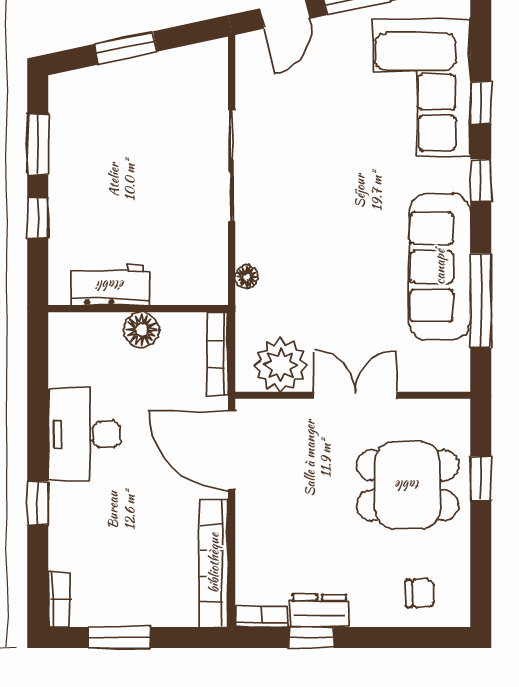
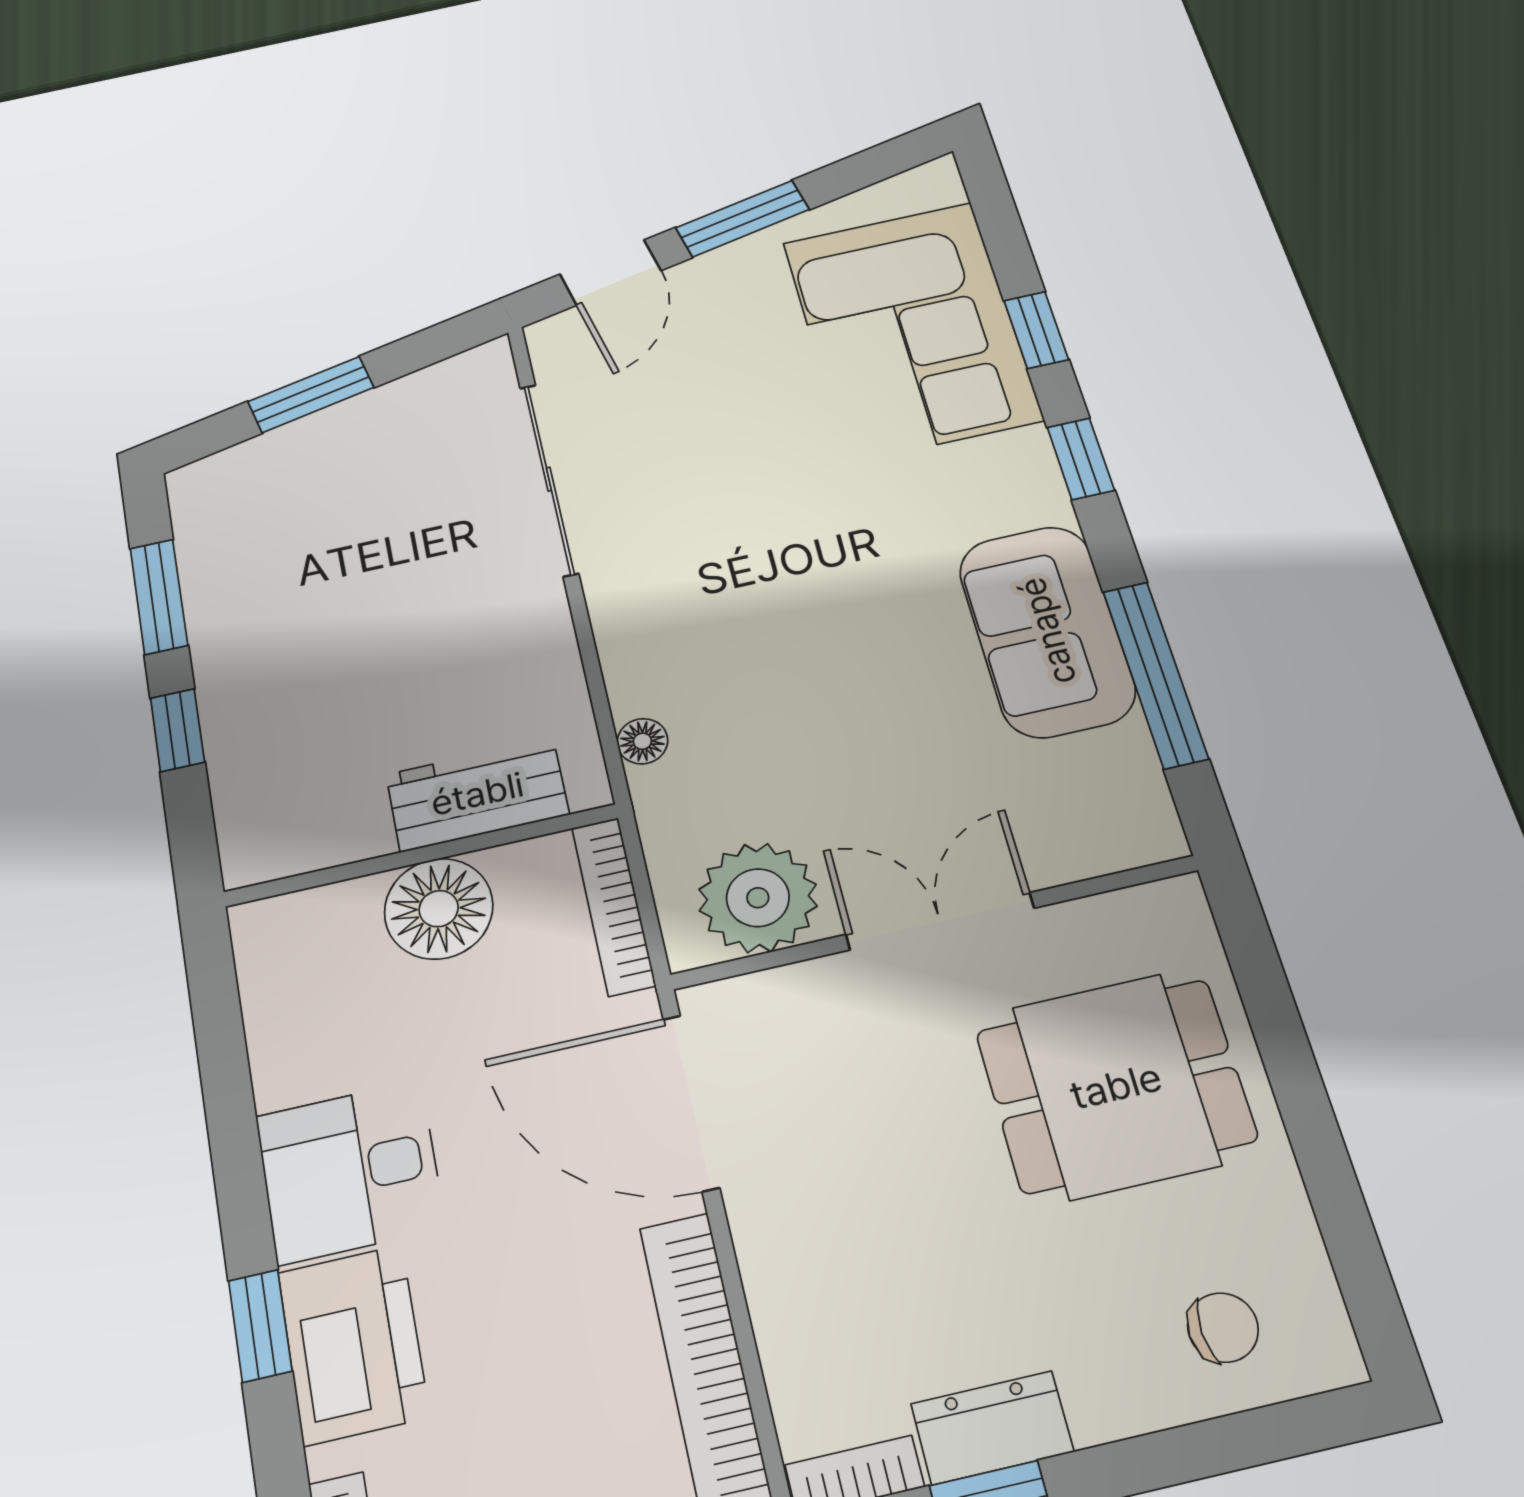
sliding door: (232, 166) -> (549, 479), moved
sofa: (440, 267) -> (1047, 631), width x0.73
workbench: (111, 285) -> (477, 794), moved
floor lamp: (141, 330) -> (439, 909), width x1.38, depth x1.38
desk: (84, 434) -> (350, 1172), width x0.73
window: (481, 478) -> (1279, 1032), removed
printer: (74, 520) -> (353, 1344), added

